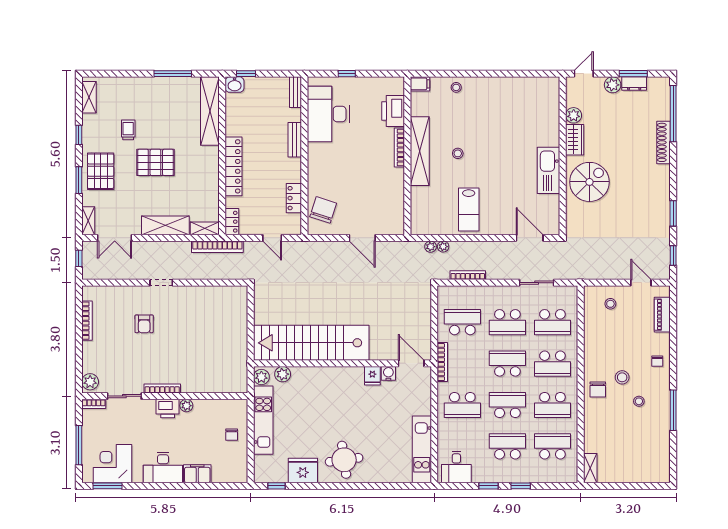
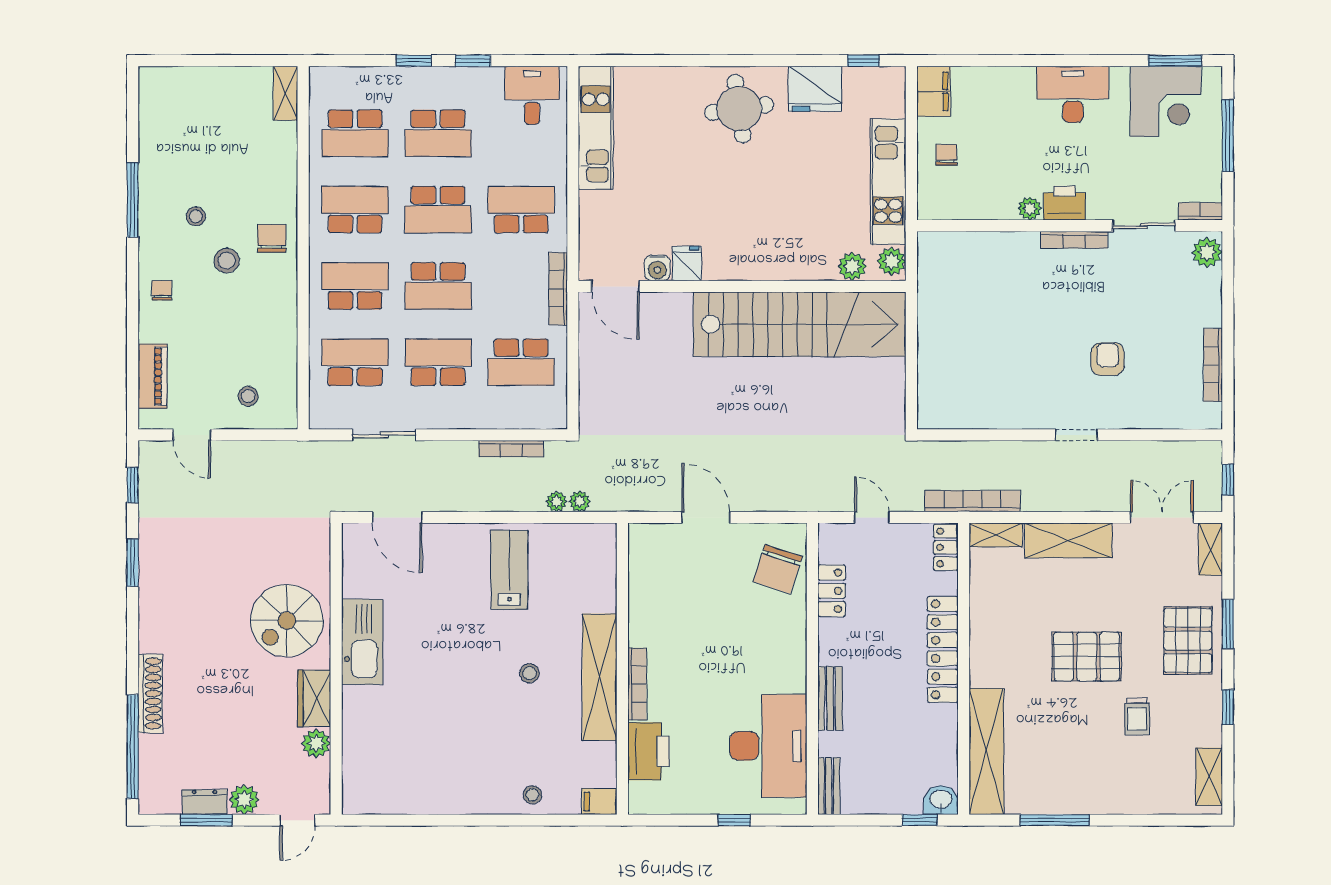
filing cabinet: (197, 474) -> (934, 91), moved, turned -90

